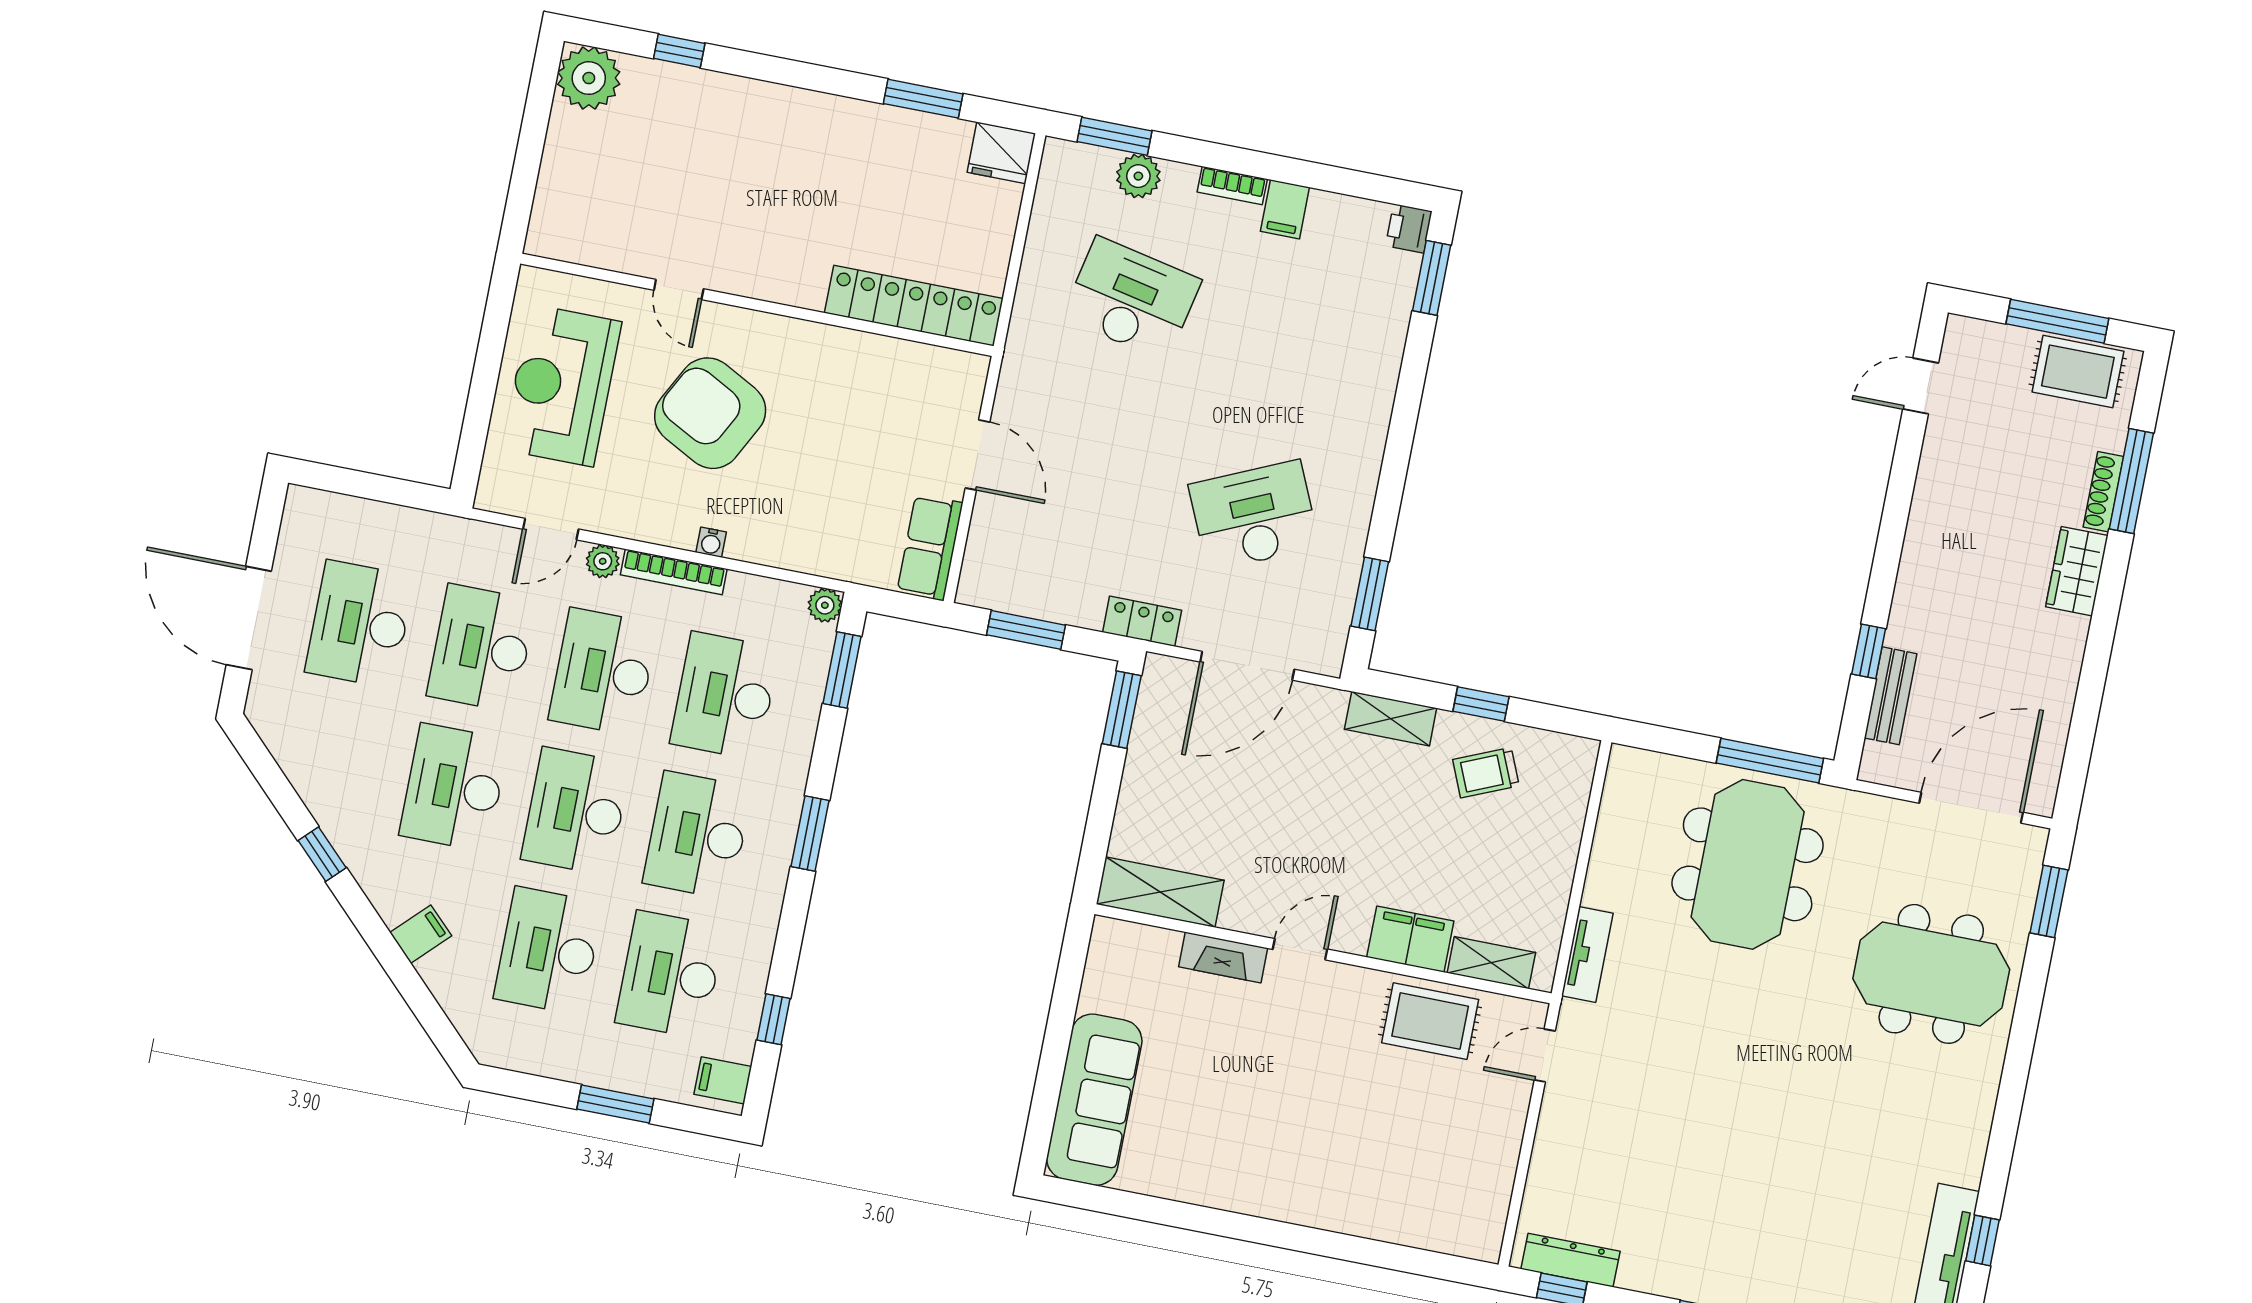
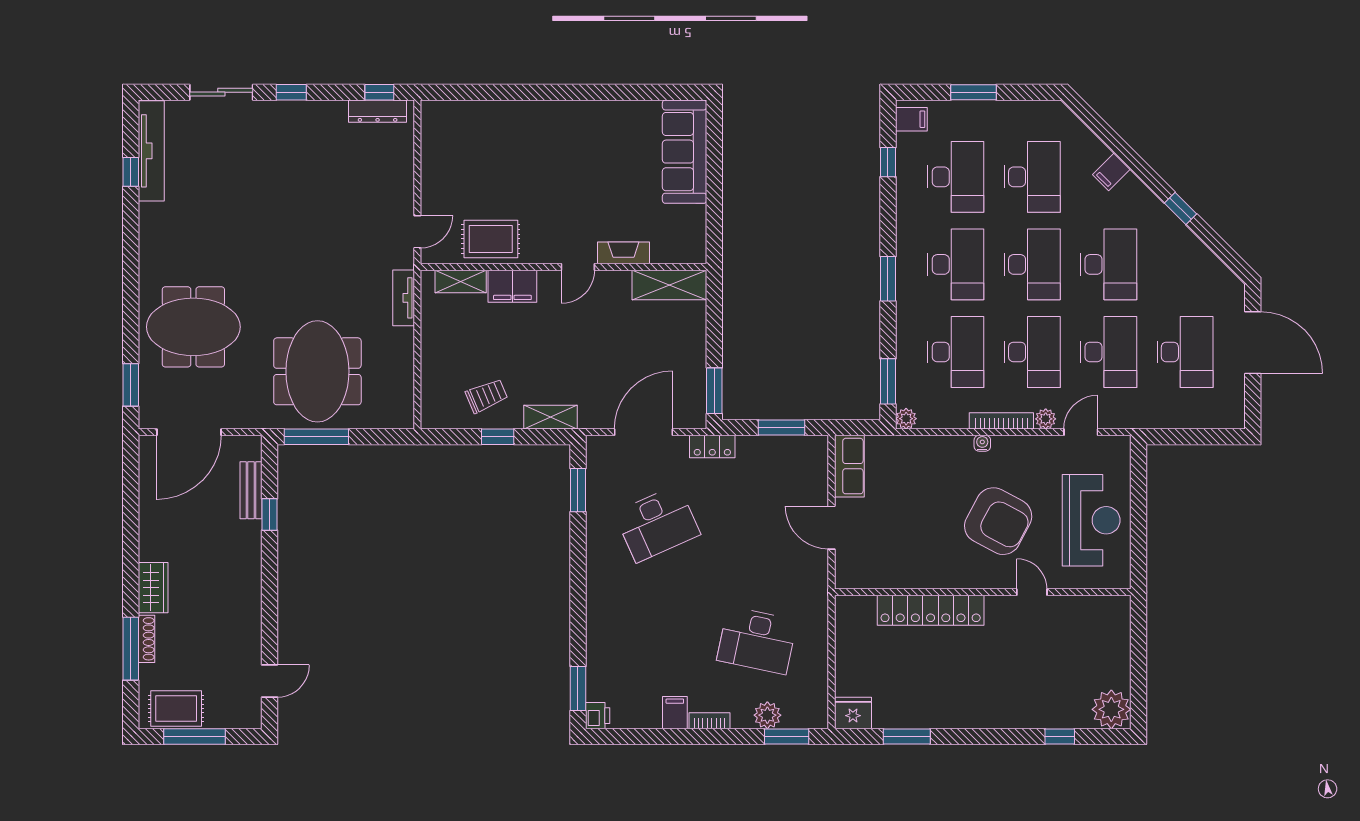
locker: (914, 306) -> (931, 610), moved

